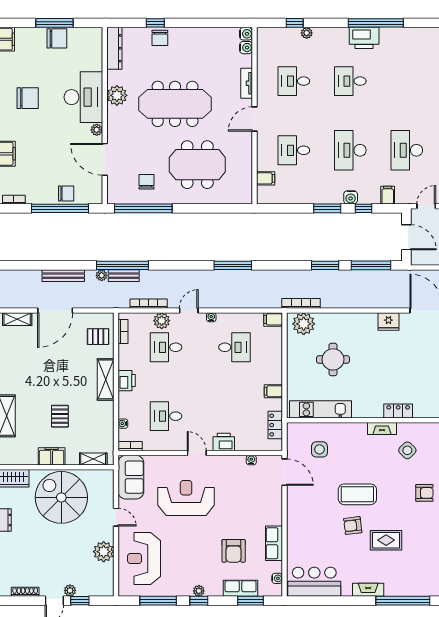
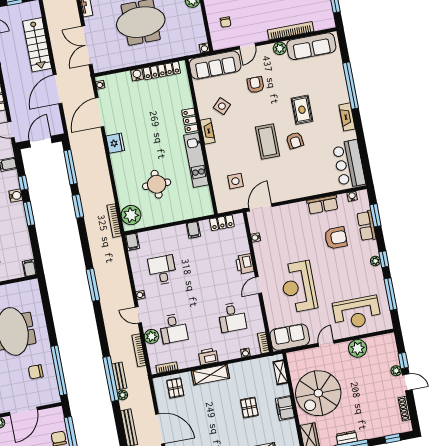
filing cabinet: (266, 178) -> (30, 268), moved
kitchen unit: (321, 409) -> (196, 160), moved
pallet: (60, 416) -> (249, 408), turned 90

